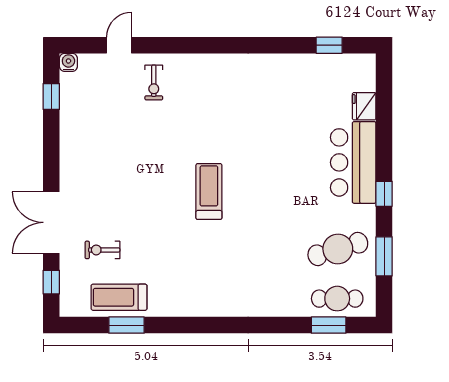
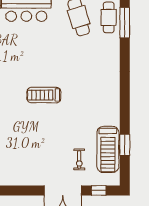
treadmill: (119, 297) -> (108, 149), width x1.37, depth x1.38
window: (329, 325) -> (125, 23), width x1.44

